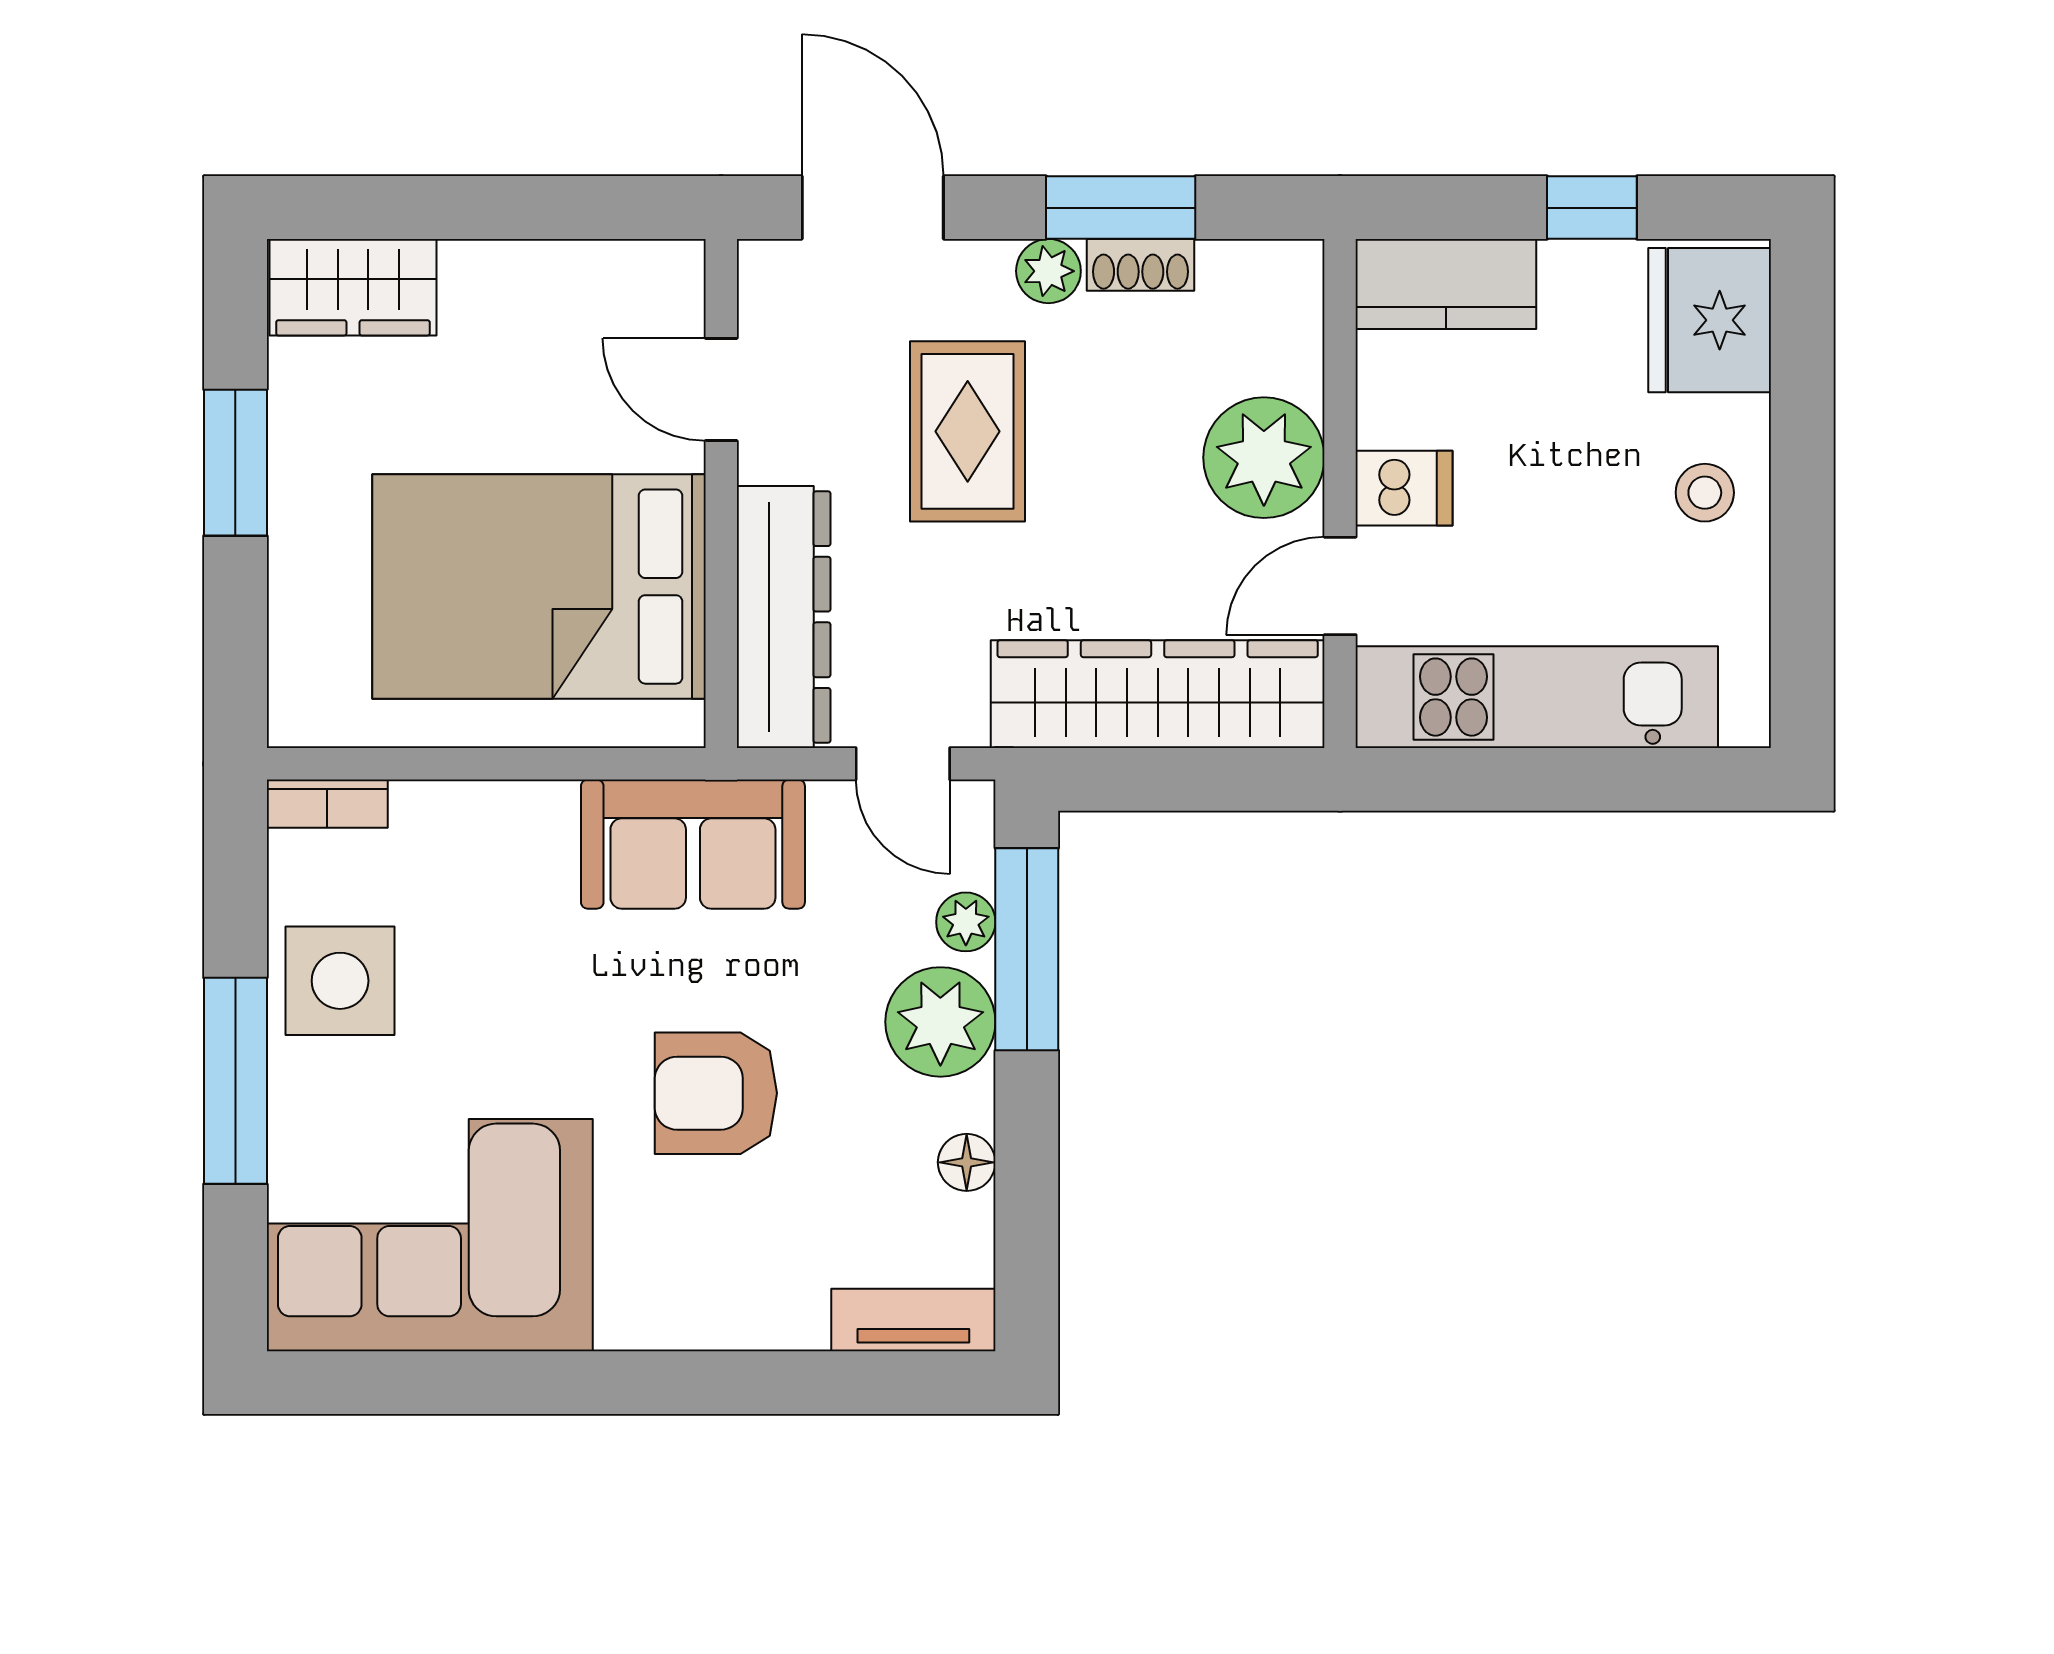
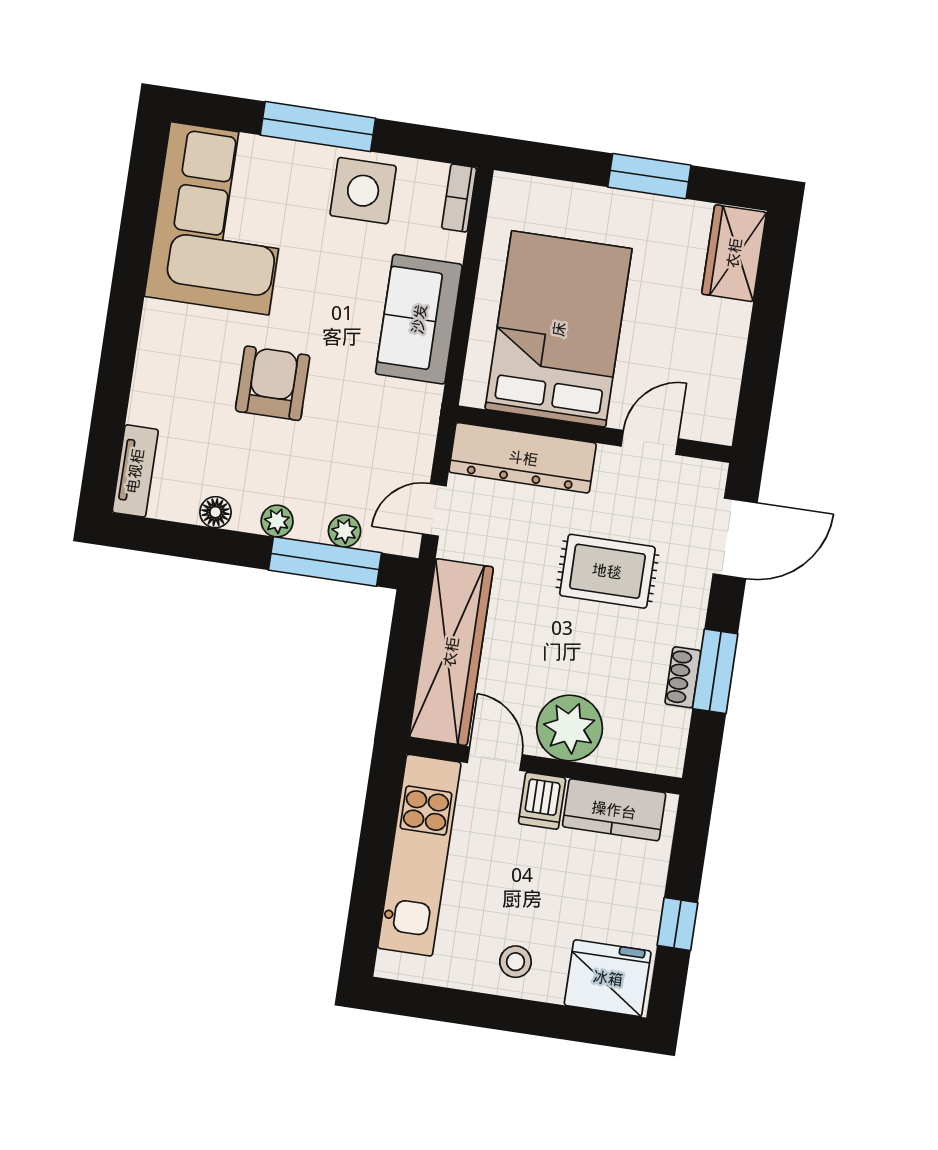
plant: (1048, 271) -> (687, 627), removed
kitchen counter: (1446, 284) -> (614, 810), moved, turned -90
sofa: (693, 844) -> (419, 319), moved
plant: (940, 1022) -> (277, 521), width x0.53, depth x0.53

